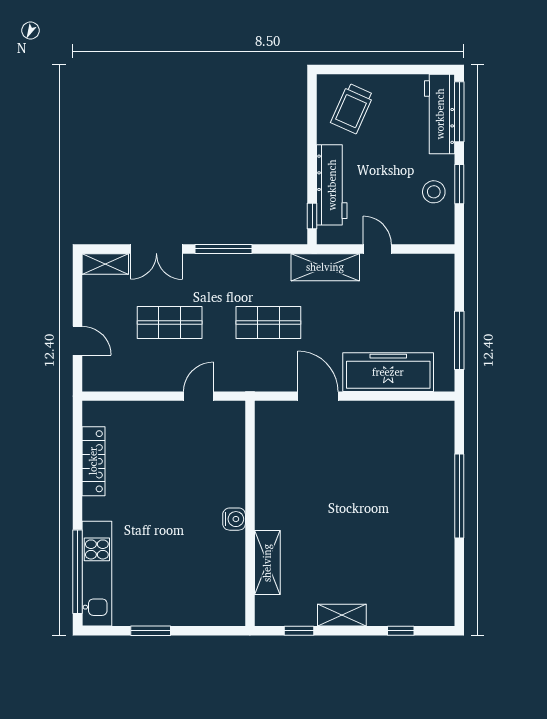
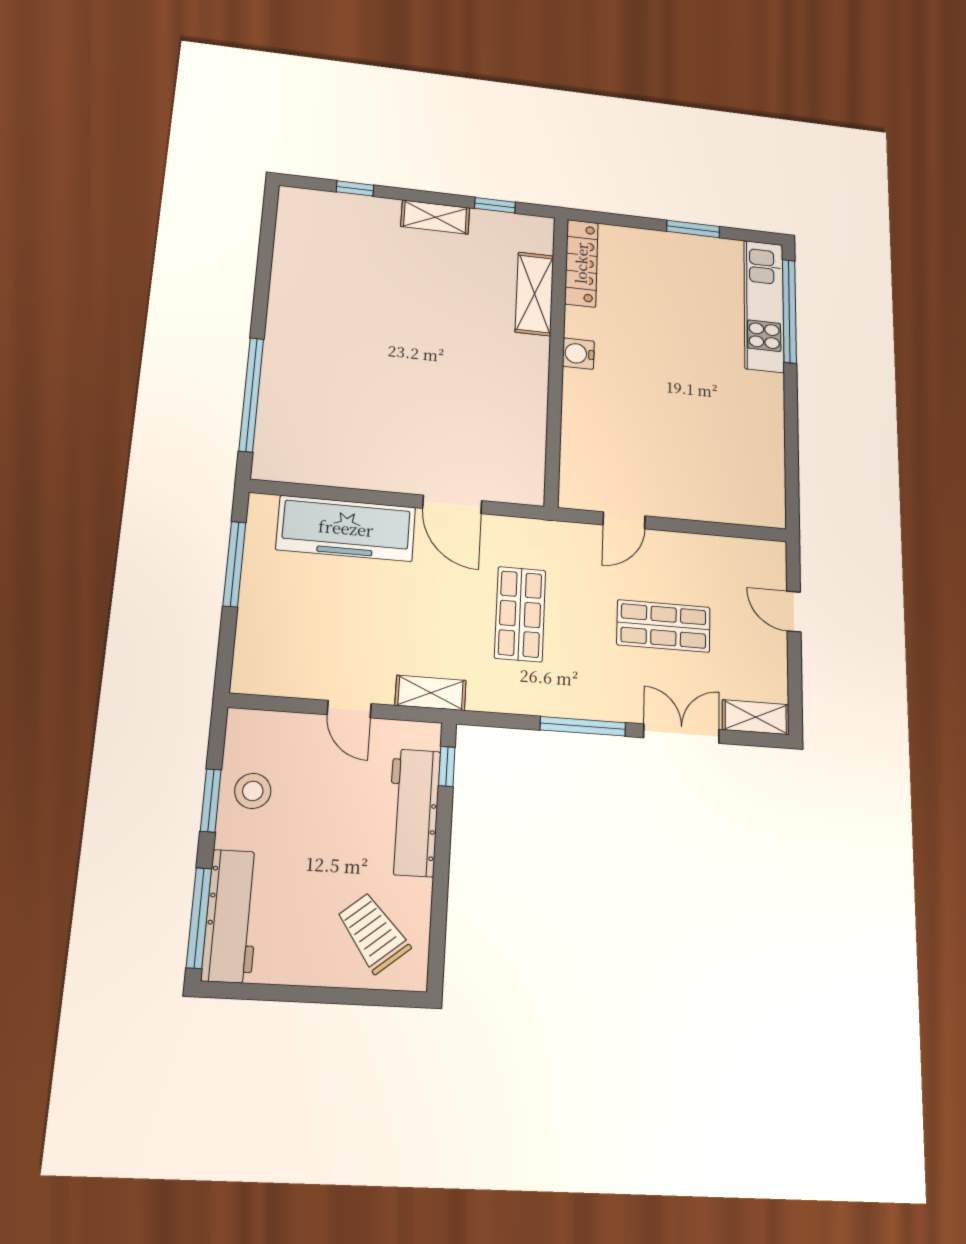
trolley: (352, 108) -> (373, 933), turned -63
shelving: (325, 267) -> (431, 693), width x0.67, depth x0.75
shop shelf: (268, 323) -> (520, 614), turned 90
locker: (93, 461) -> (581, 263), moved, turned 180
window: (459, 496) -> (251, 395), moved

